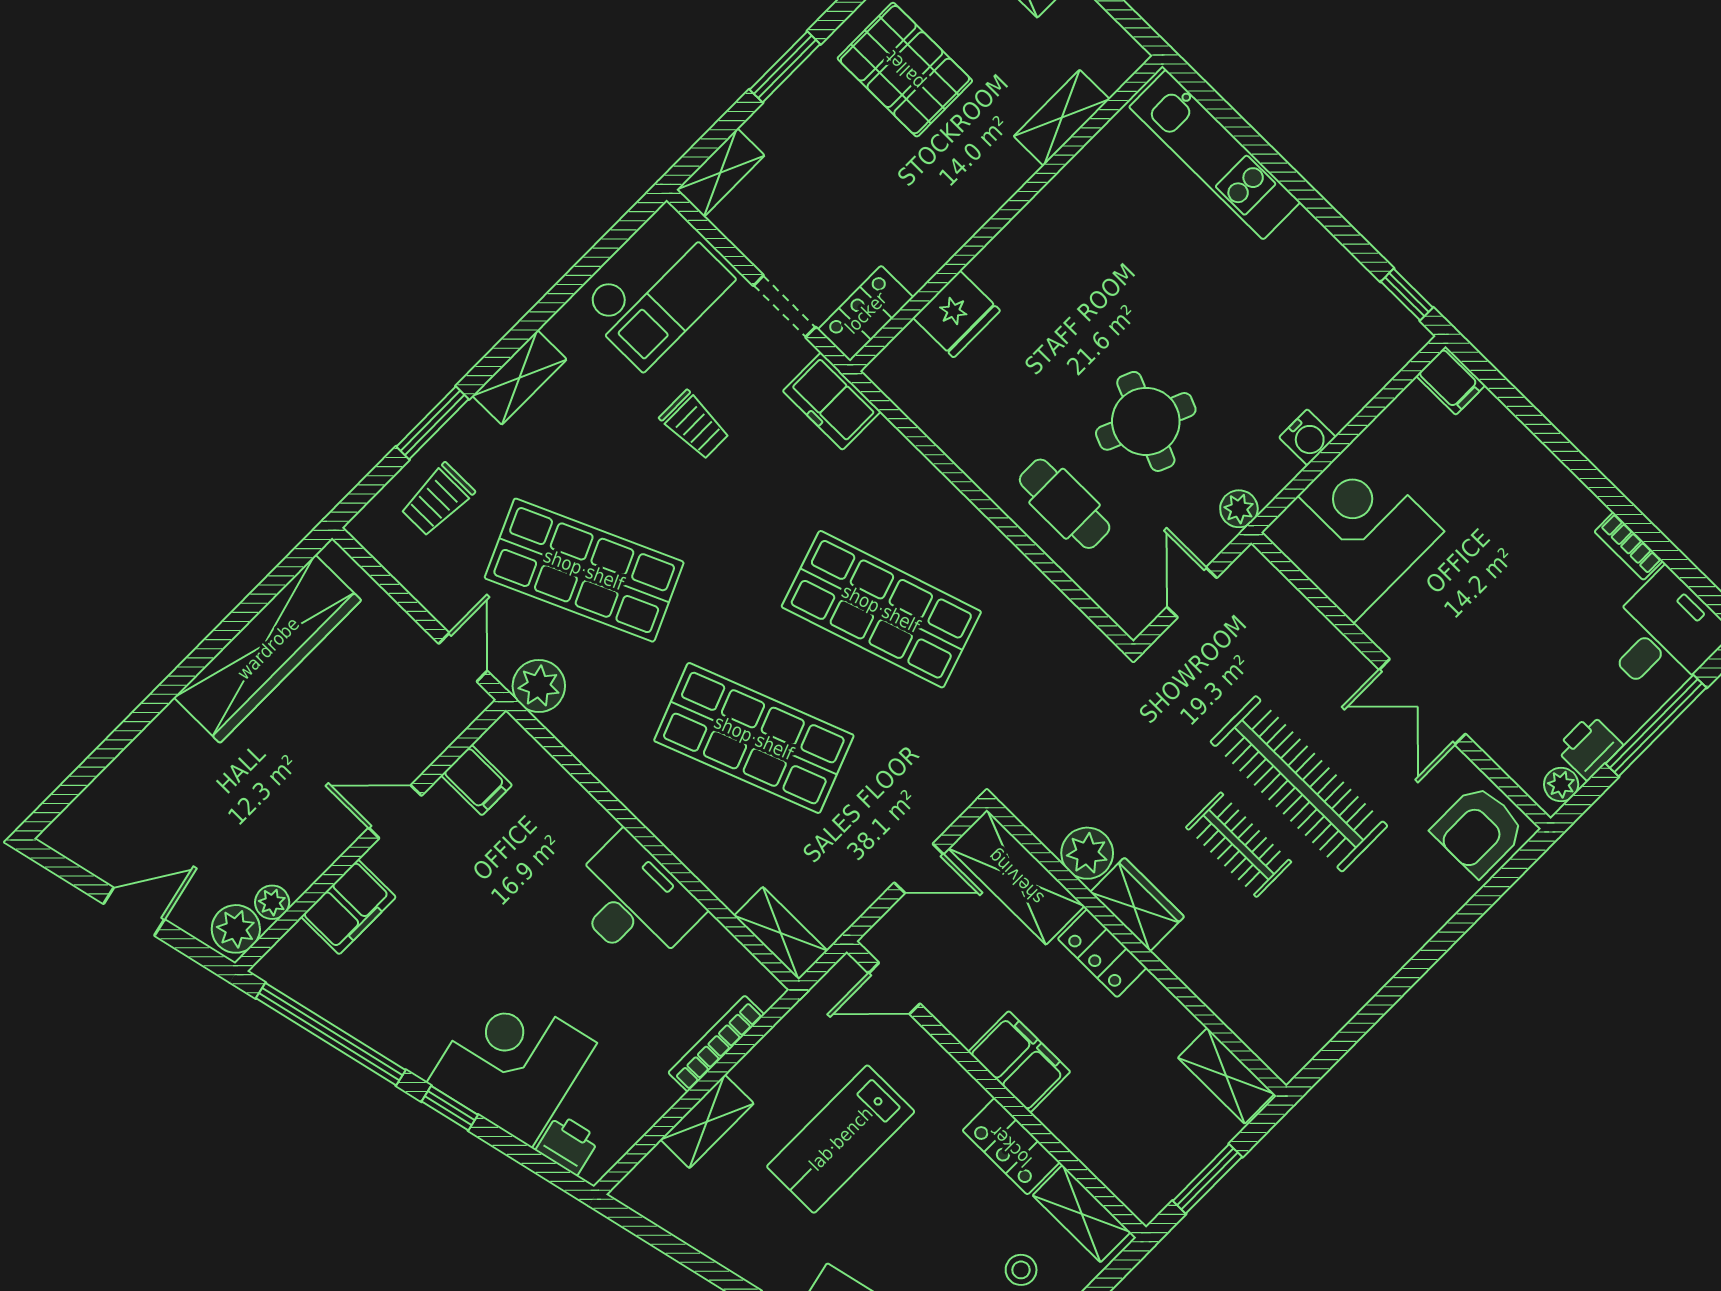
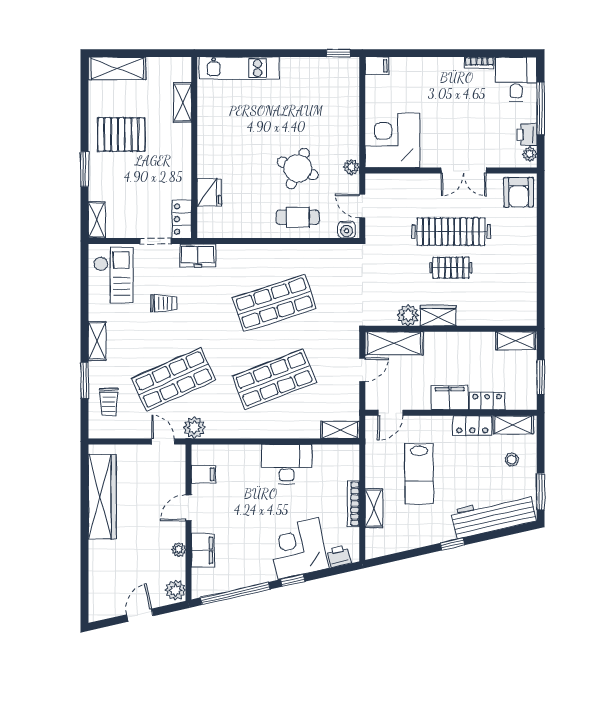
water cooler: (1307, 437) -> (346, 230), moved, turned 90
plant: (272, 902) -> (179, 549), moved
locker: (1102, 953) -> (487, 401), moved, turned 180
bookcase: (716, 1044) -> (353, 504), moved

